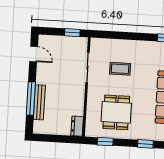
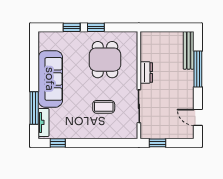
bench: (39, 102) -> (189, 50), moved
dresser: (77, 126) -> (146, 73), moved
window: (105, 142) -> (96, 27), moved

